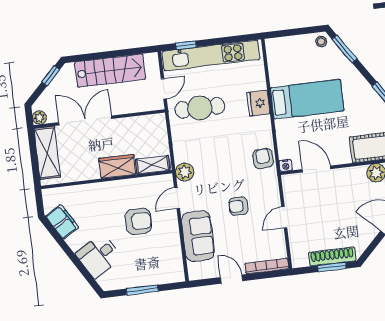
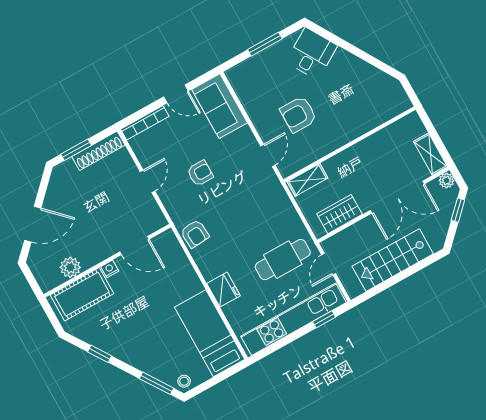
window: (51, 76) -> (458, 210), moved
bed: (307, 99) -> (210, 333), moved, turned 90
shelving: (47, 153) -> (431, 154), width x0.67, depth x0.75
nightstand: (286, 165) -> (110, 269), moved
wardrobe: (117, 166) -> (340, 214), moved, turned 180
plant: (185, 172) -> (271, 186), removed
filing cabinet: (62, 222) -> (378, 81), removed
sofa: (198, 236) -> (220, 106), moved
desk: (99, 256) -> (312, 54), moved
shoe rack: (332, 256) -> (98, 151), moved

